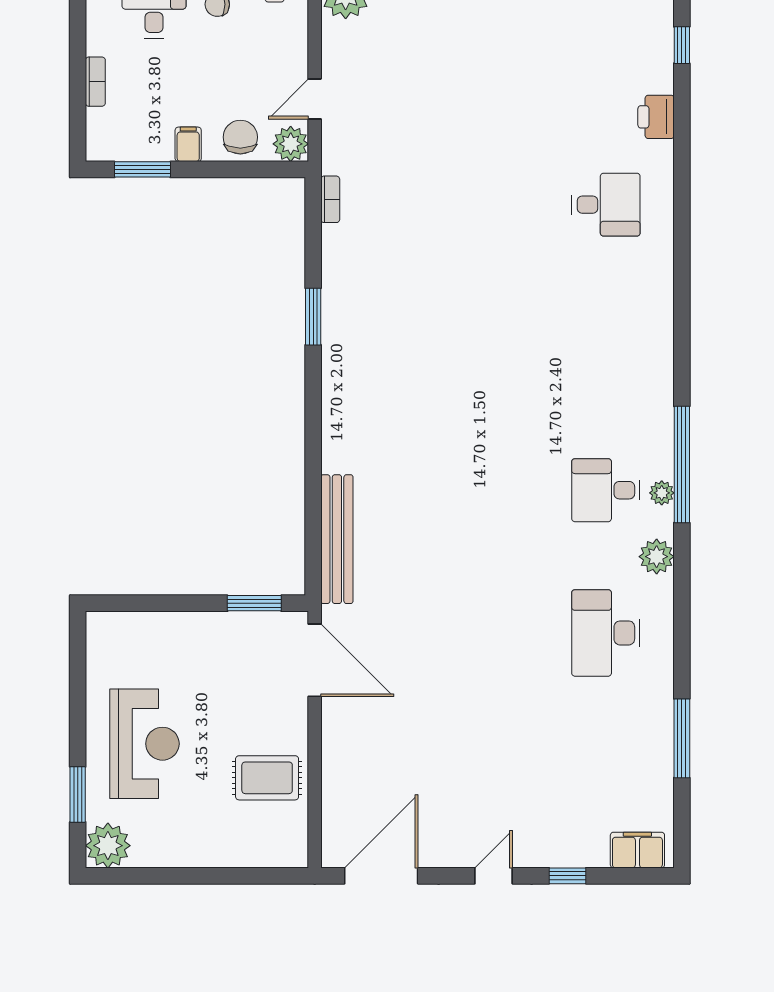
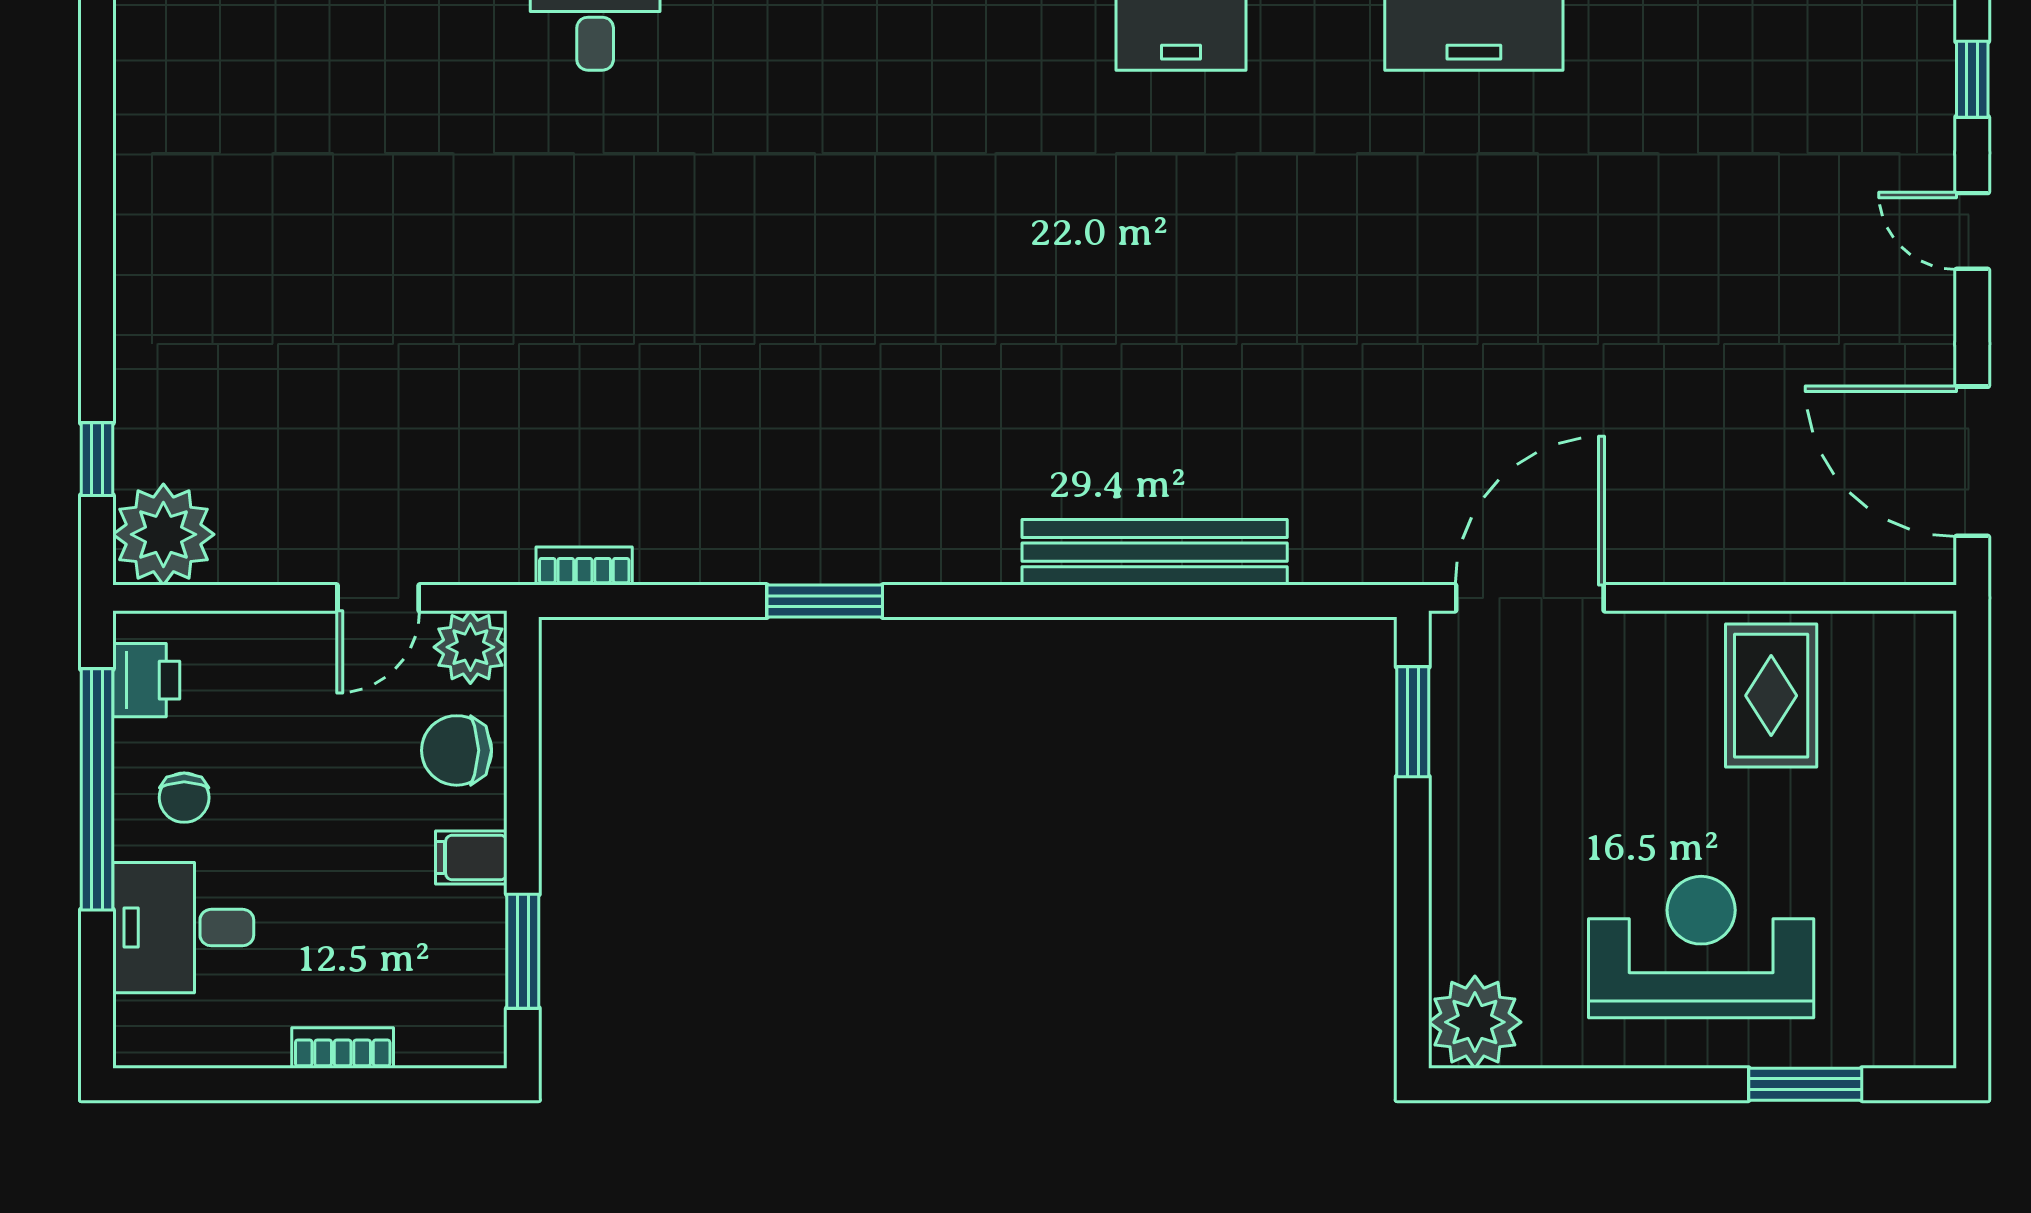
door: (315, 99) -> (378, 598), hinge flipped
bench: (337, 539) -> (1155, 552), moved
plant: (108, 846) -> (1475, 1022), moved

